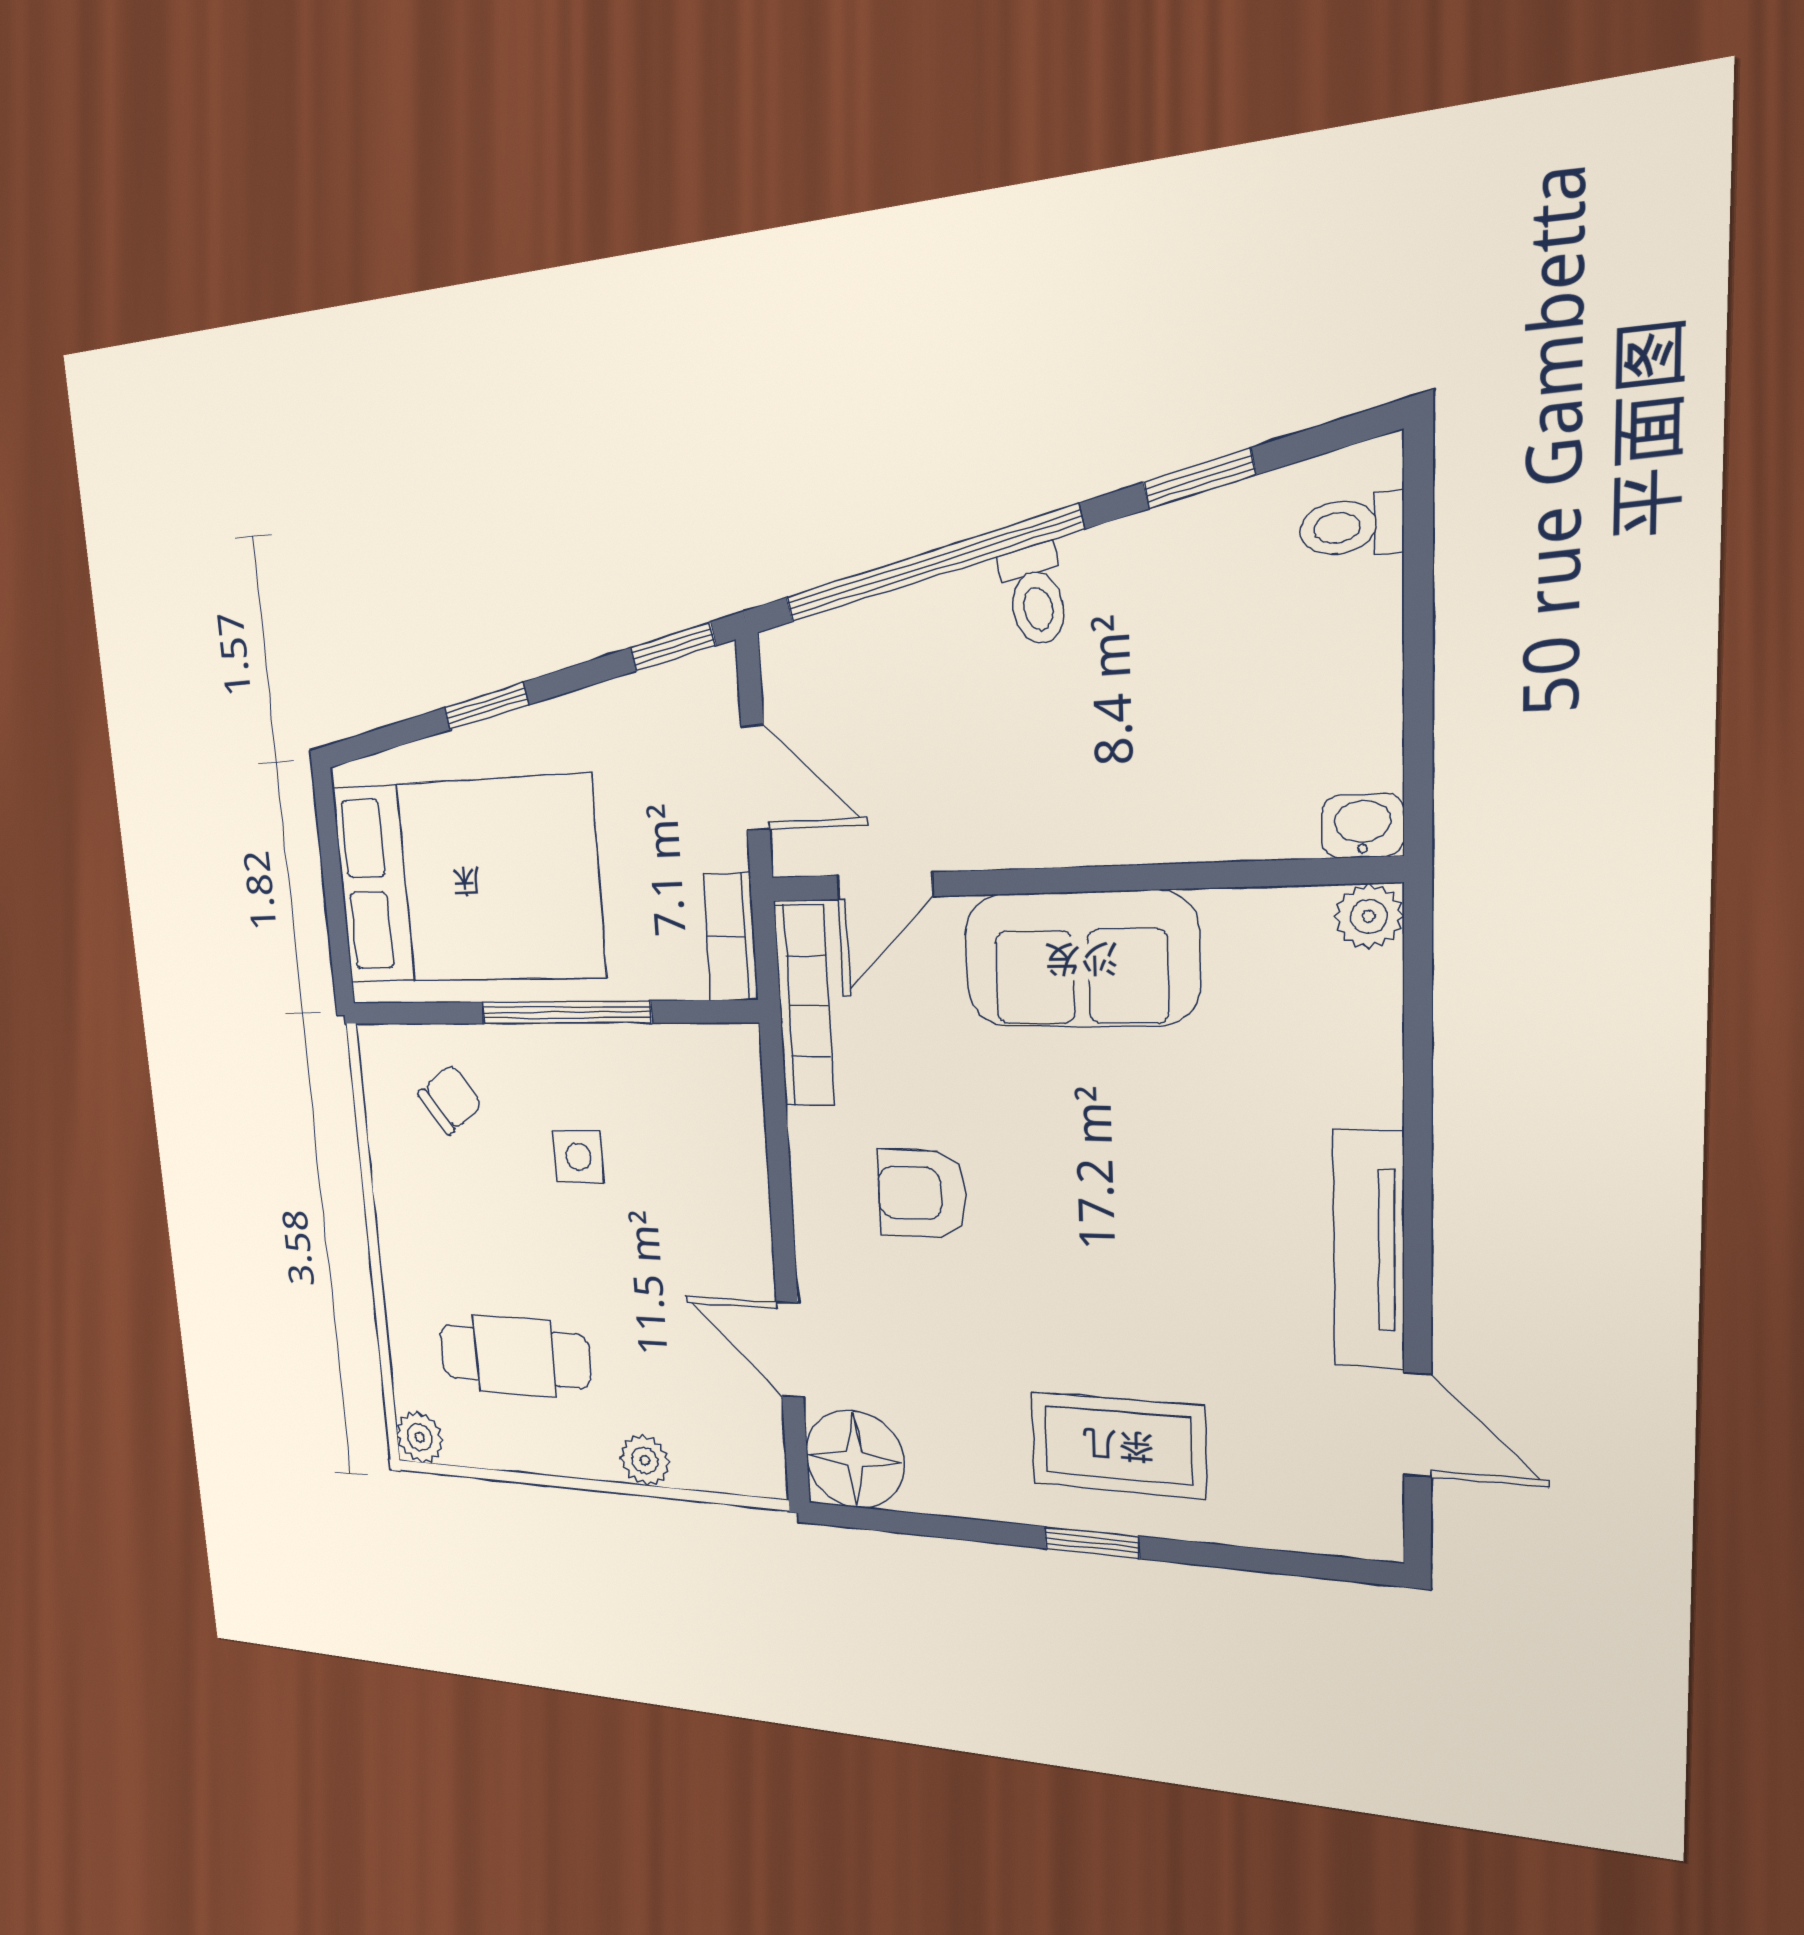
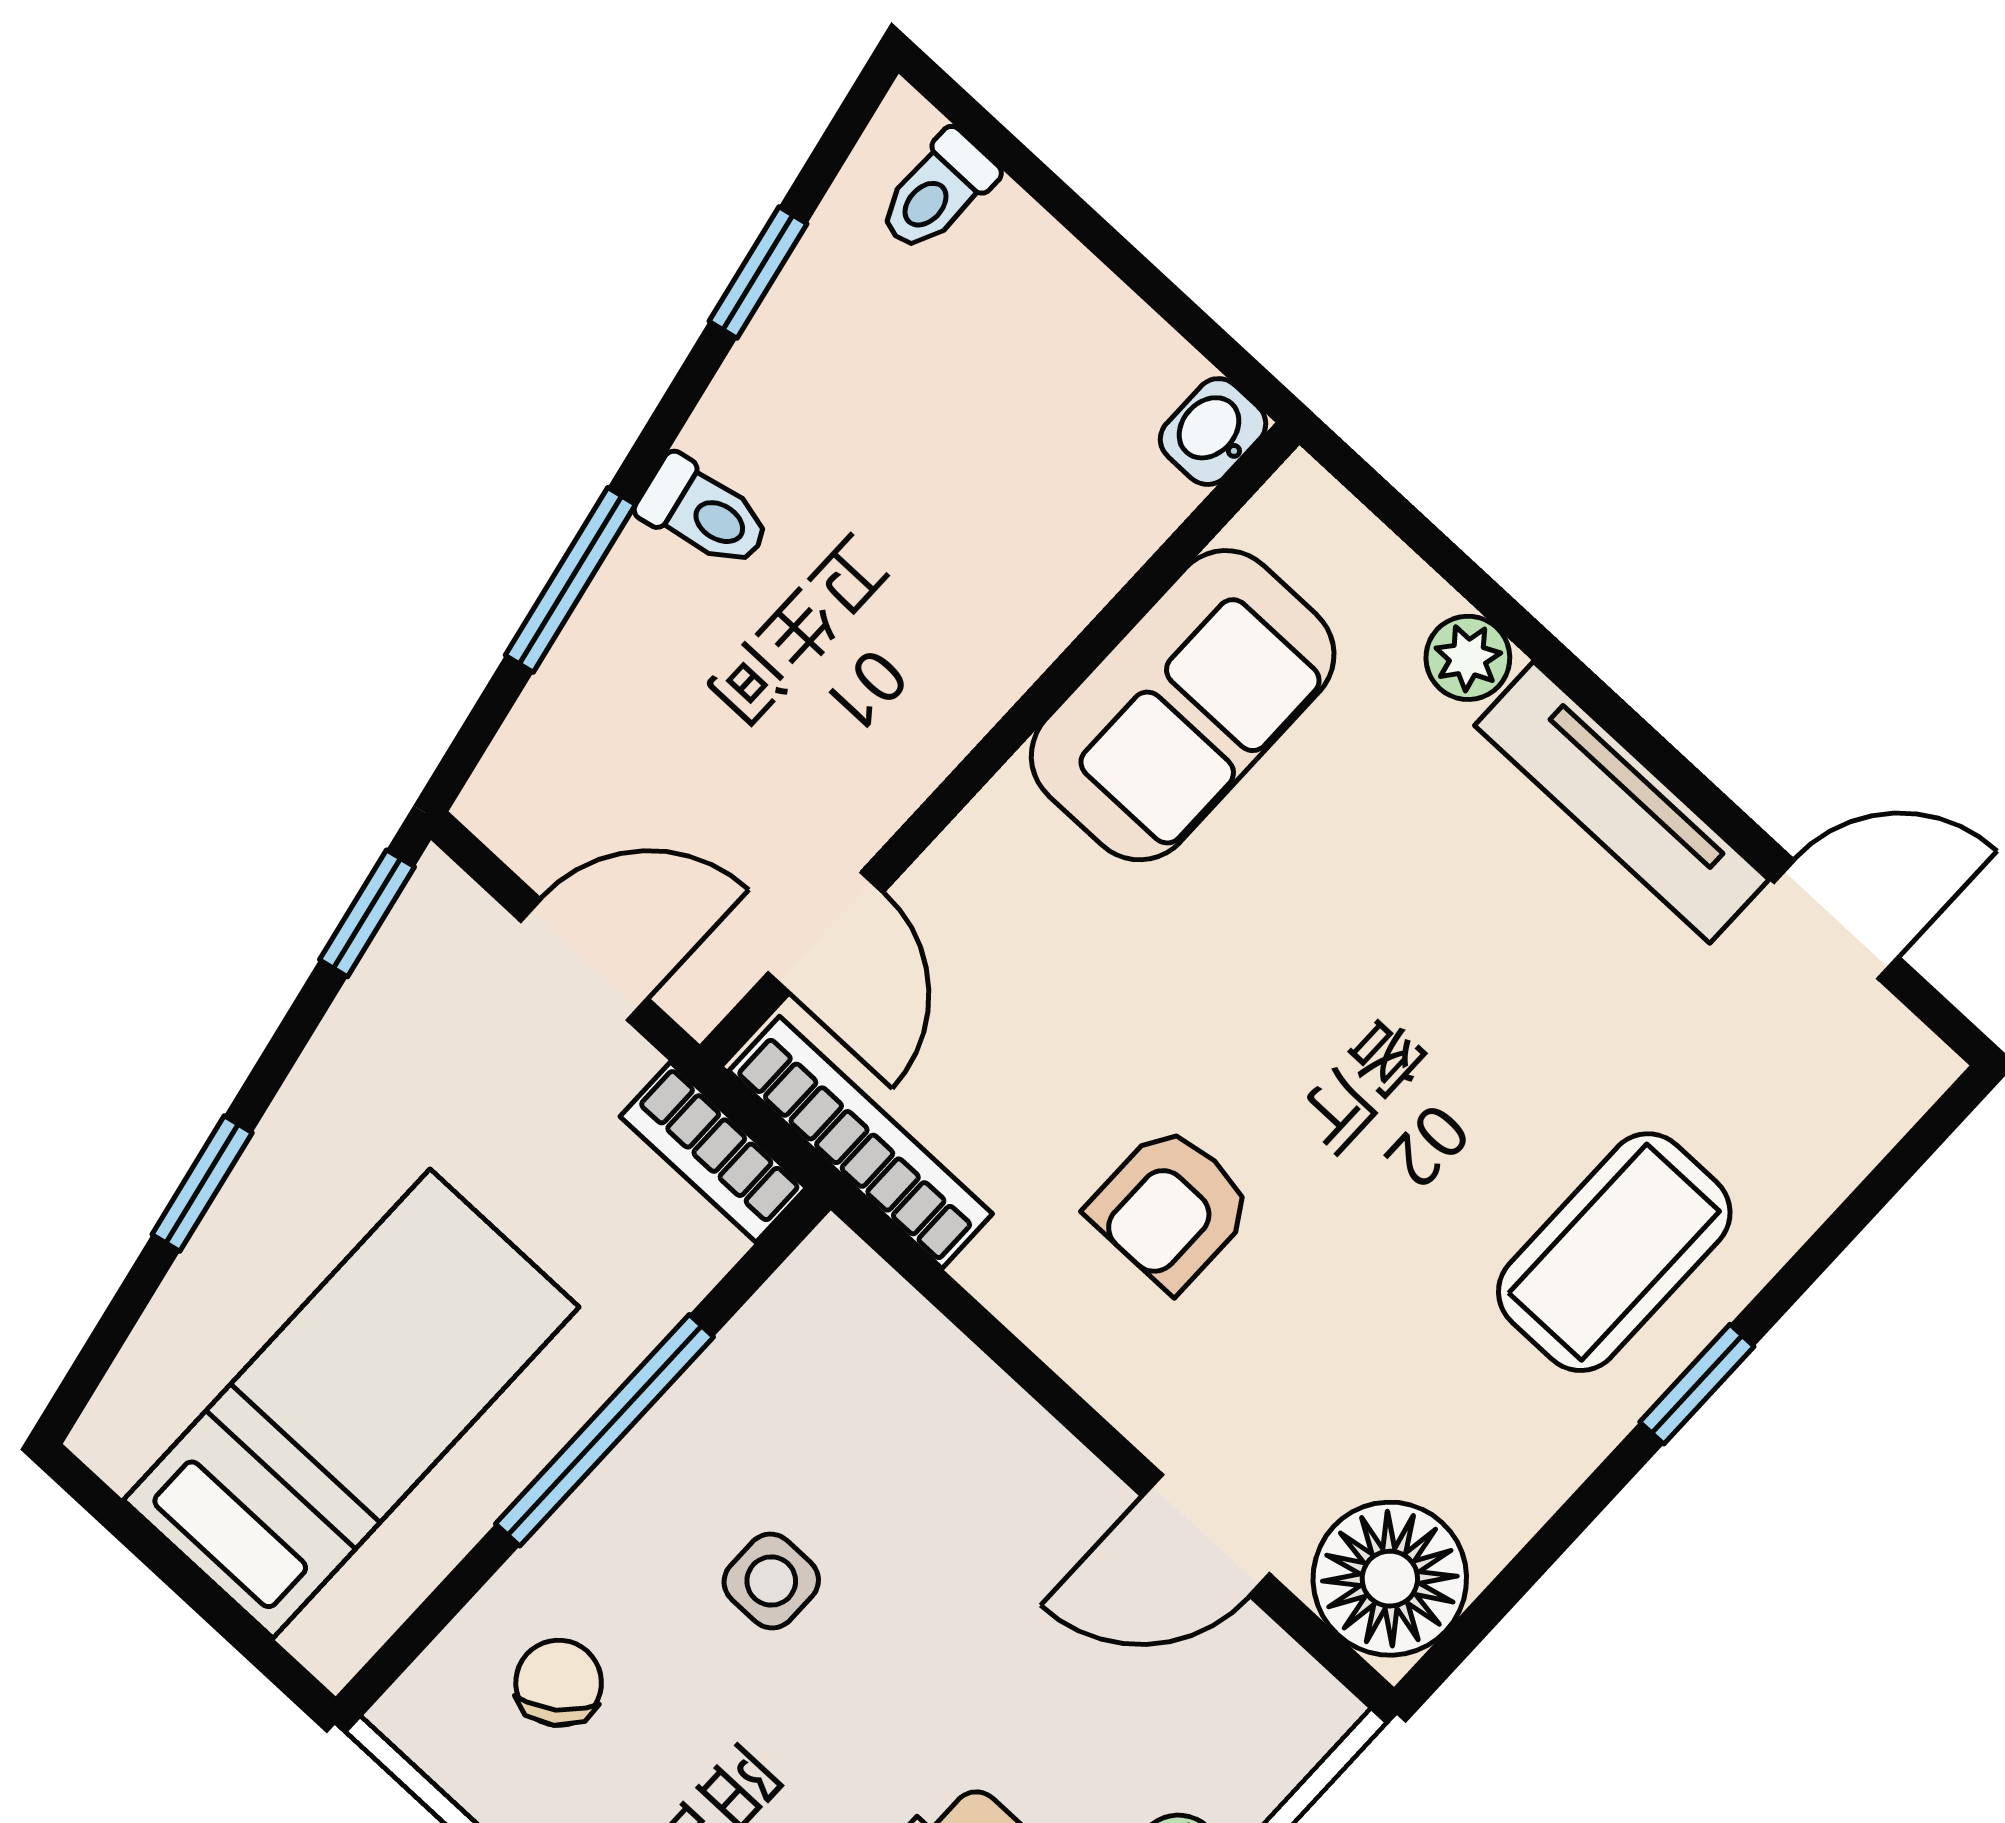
window: (930, 565) -> (570, 580), width x0.47
bed: (466, 881) -> (351, 1403), width x0.67
plant: (1369, 916) -> (1468, 658), moved
sofa: (1081, 959) -> (1183, 705), moved

